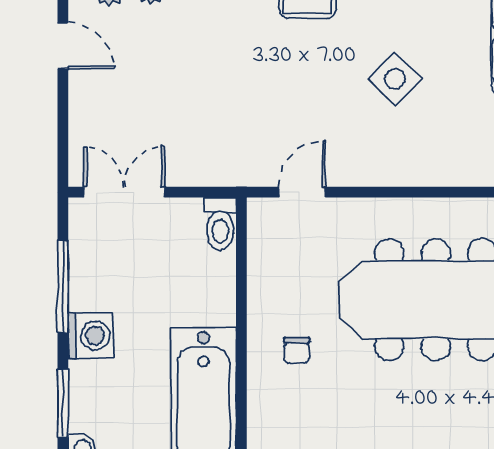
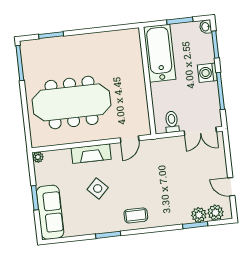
fireplace: (401, 167) -> (91, 154), added
toilet: (220, 224) -> (172, 122), moved
chair: (297, 350) -> (125, 76), removed

